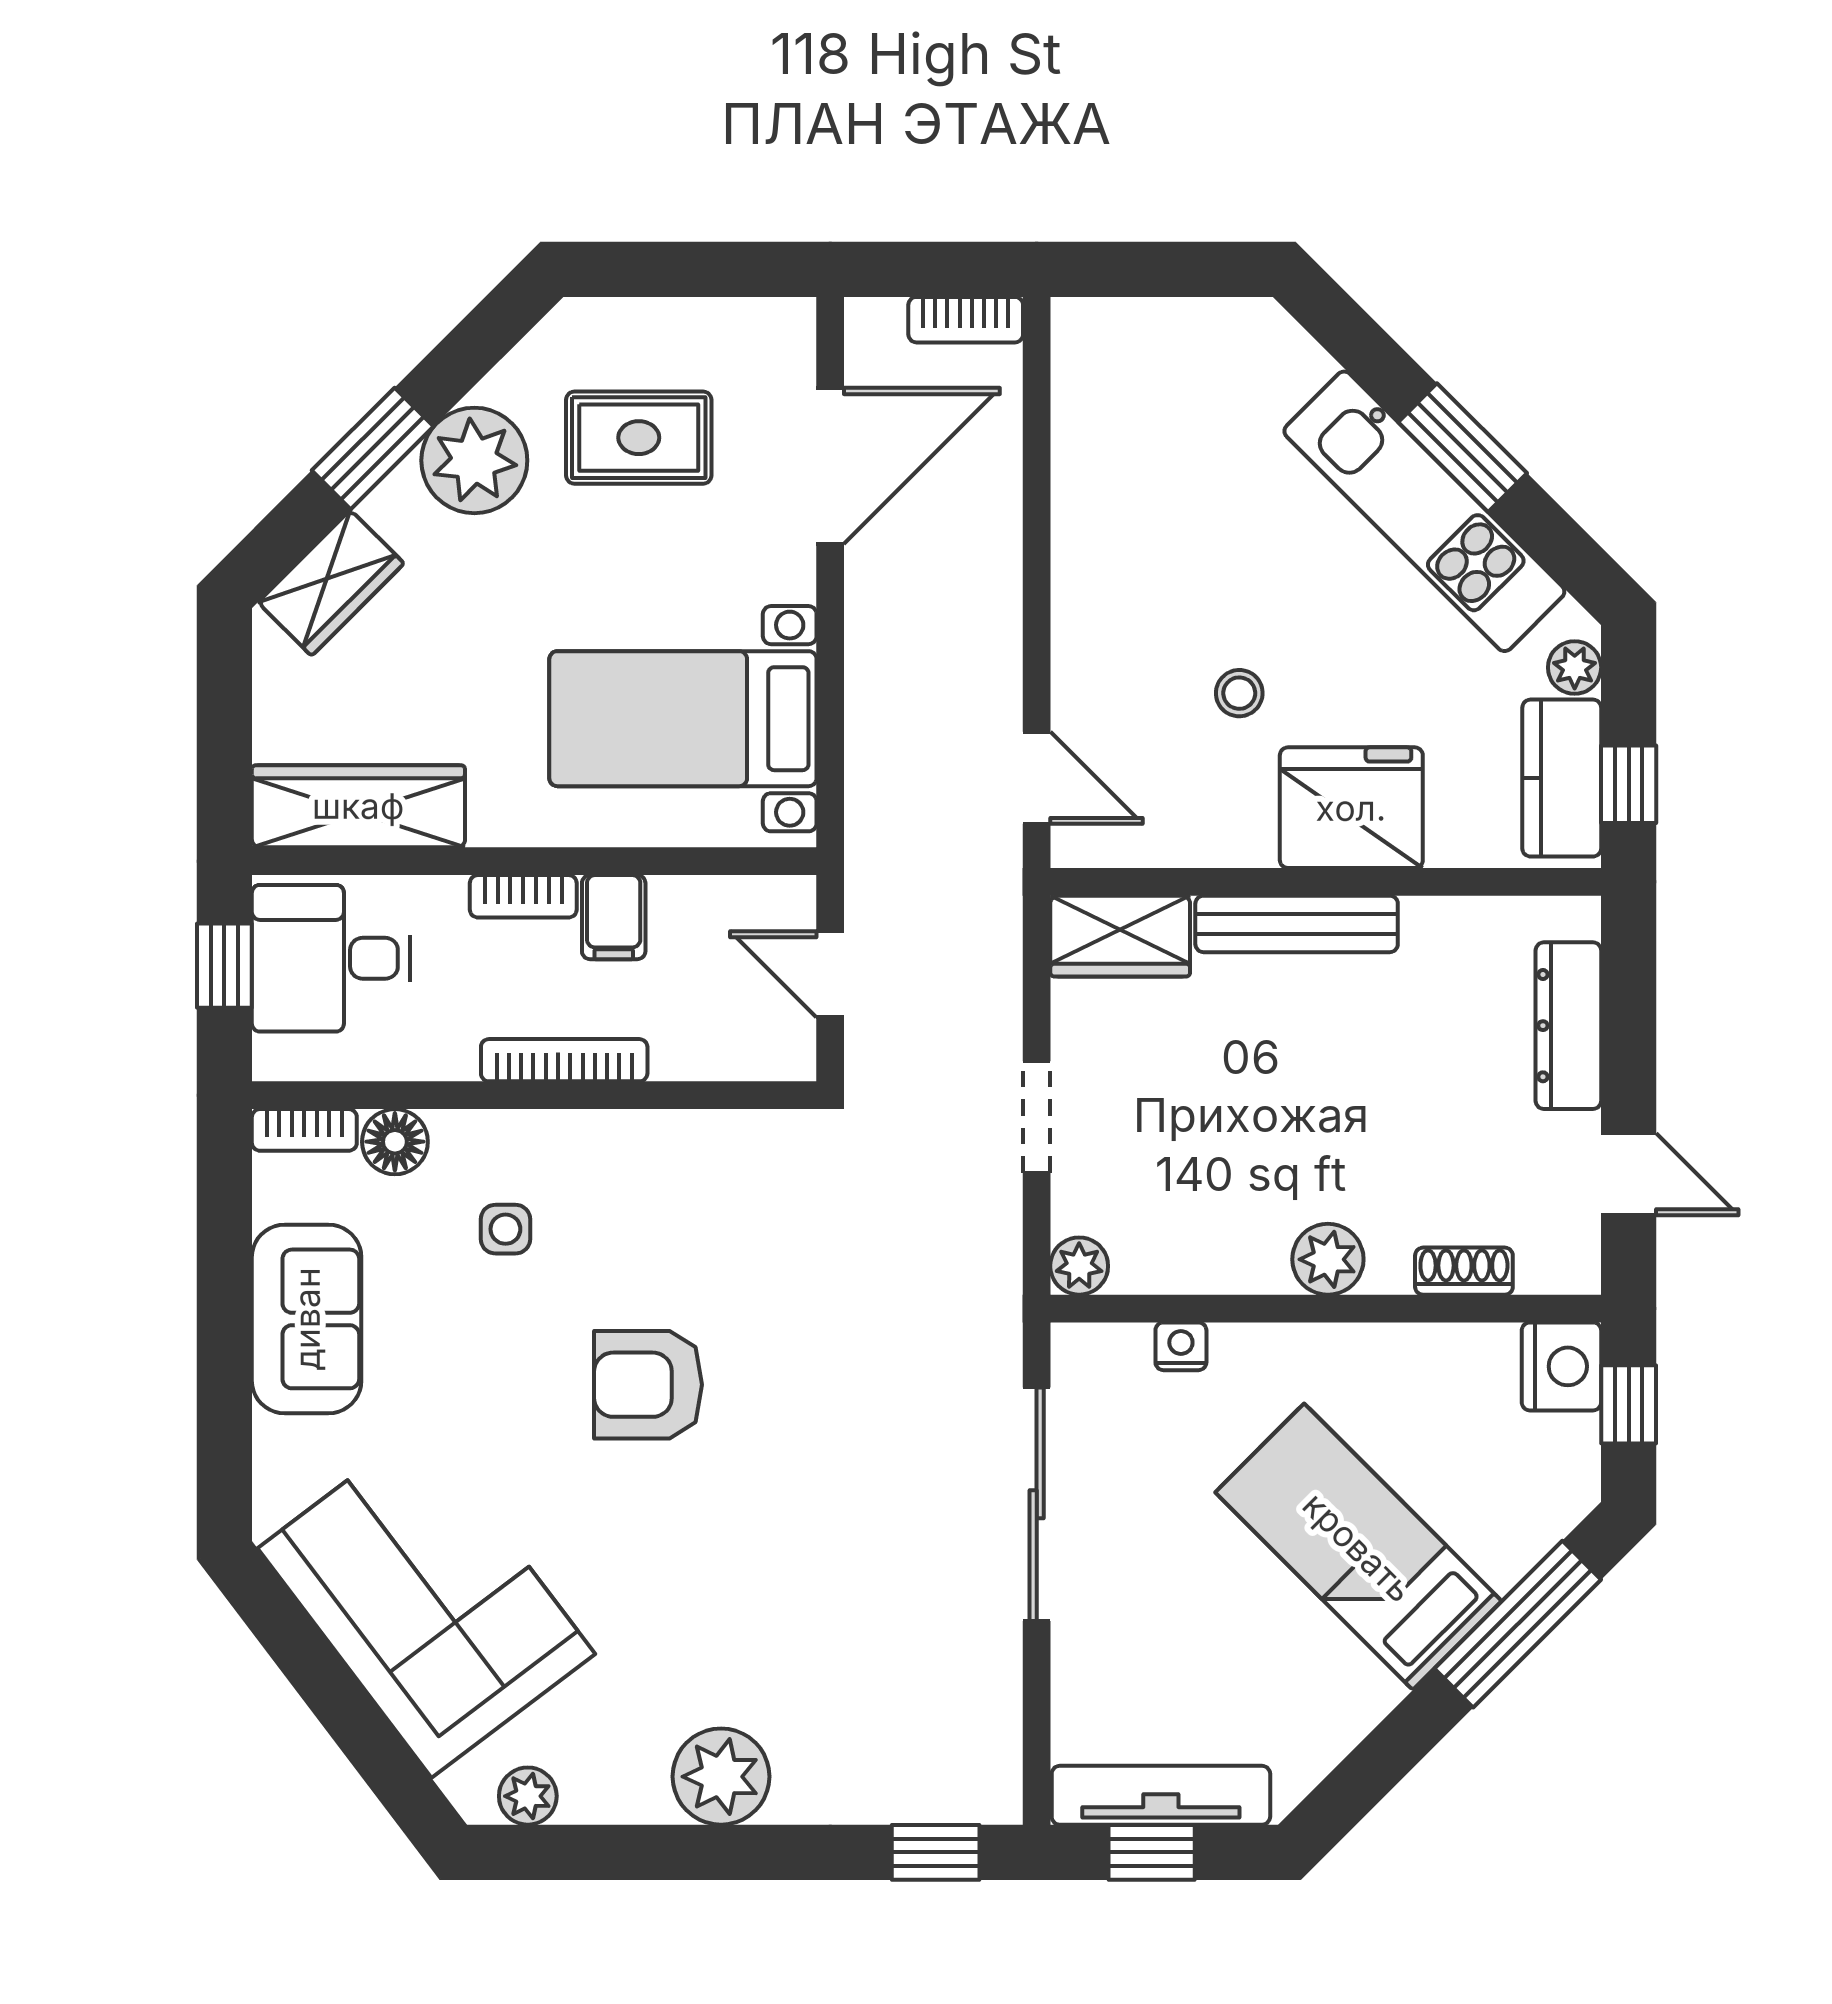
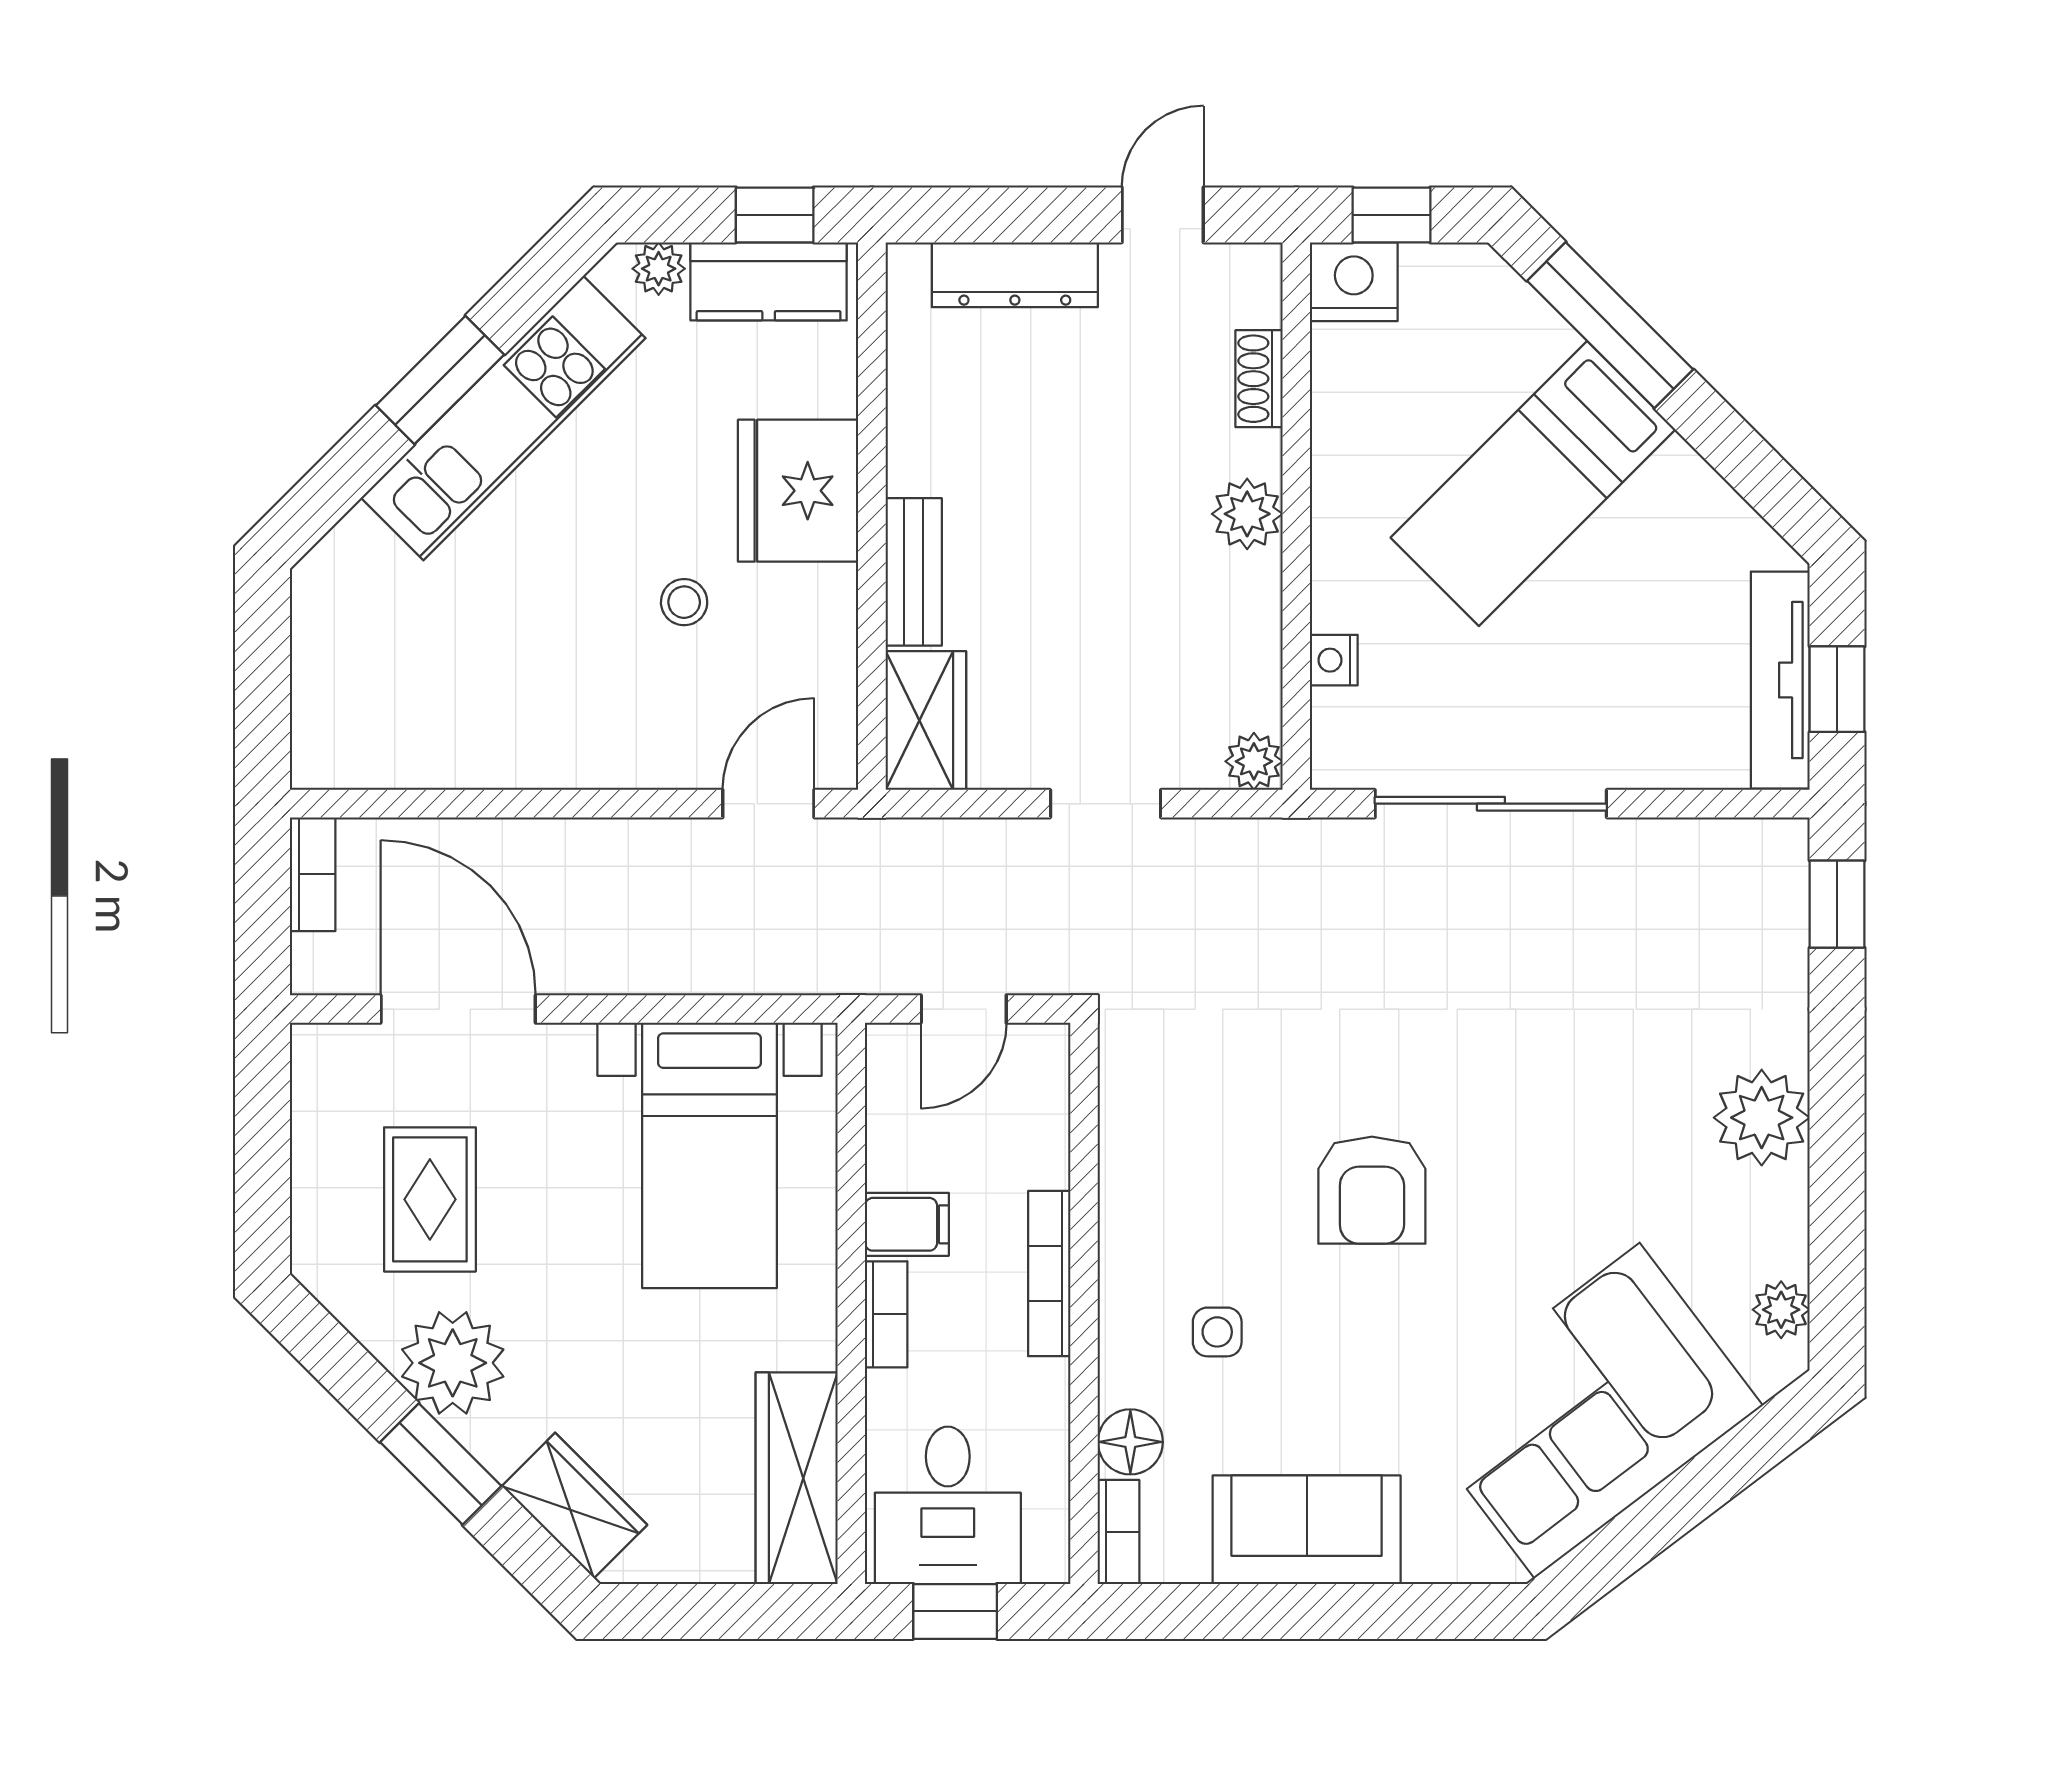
bench: (1297, 924) -> (914, 572), width x0.73

